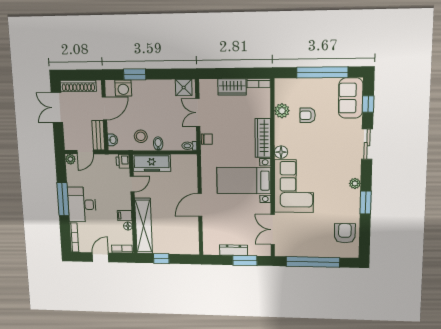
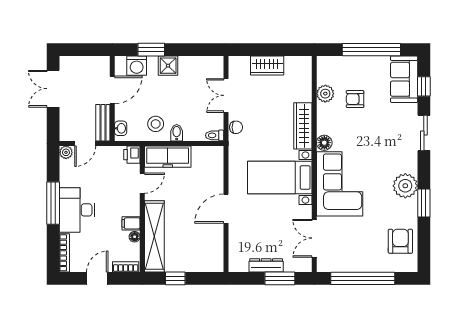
bookcase: (259, 83) -> (298, 61), removed
shoe rack: (78, 86) -> (81, 63), removed
shower: (184, 87) -> (168, 66), moved
plant: (355, 183) -> (405, 186), width x1.87, depth x1.87

